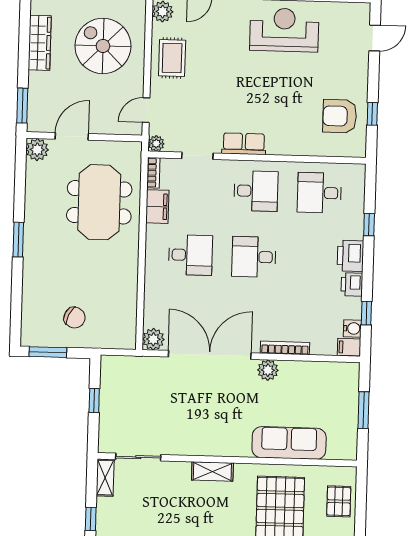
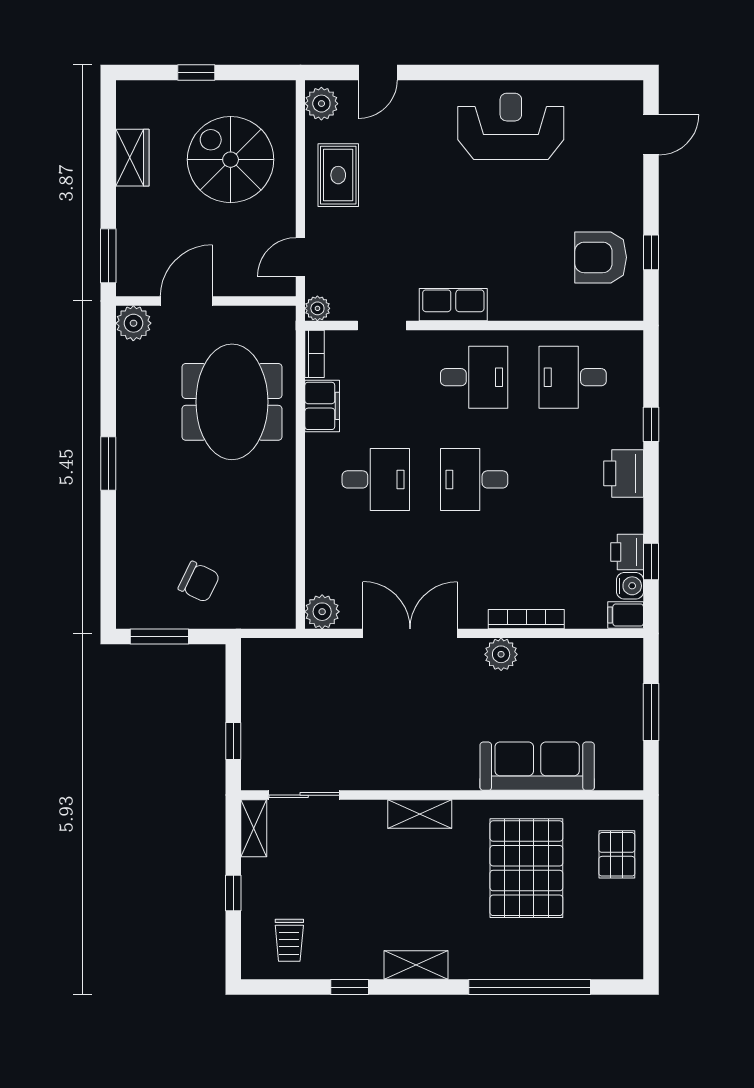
wardrobe: (40, 43) -> (132, 158), width x0.67
printer: (352, 284) -> (627, 552), moved
double door: (210, 355) -> (410, 633), width x0.73
window: (94, 401) -> (233, 741), moved

